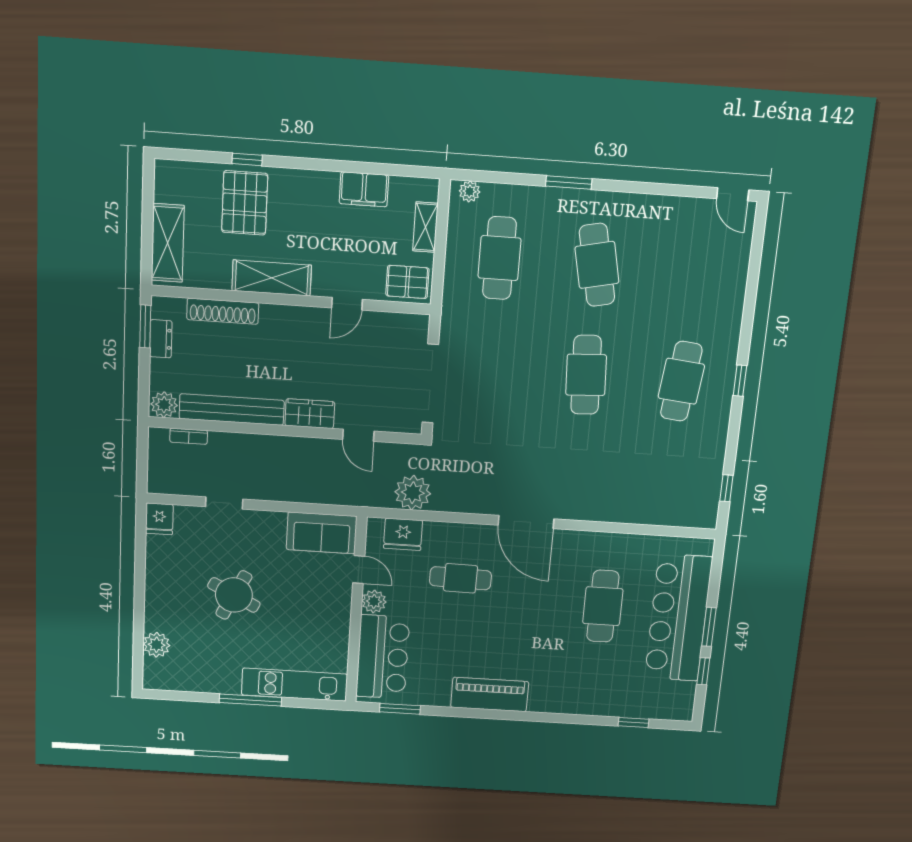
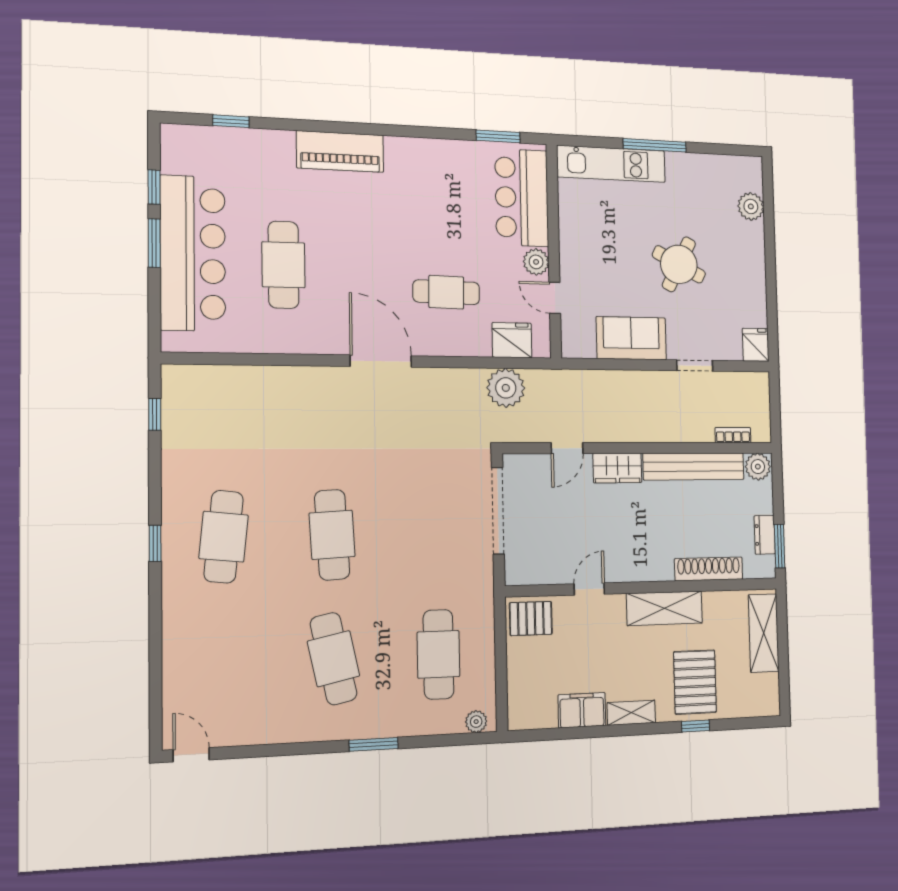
shelving: (425, 227) -> (631, 713), moved, turned 90
door: (358, 435) -> (567, 448), swing flipped
sofa: (322, 533) -> (631, 338), moved
piano: (490, 694) -> (340, 151), moved

